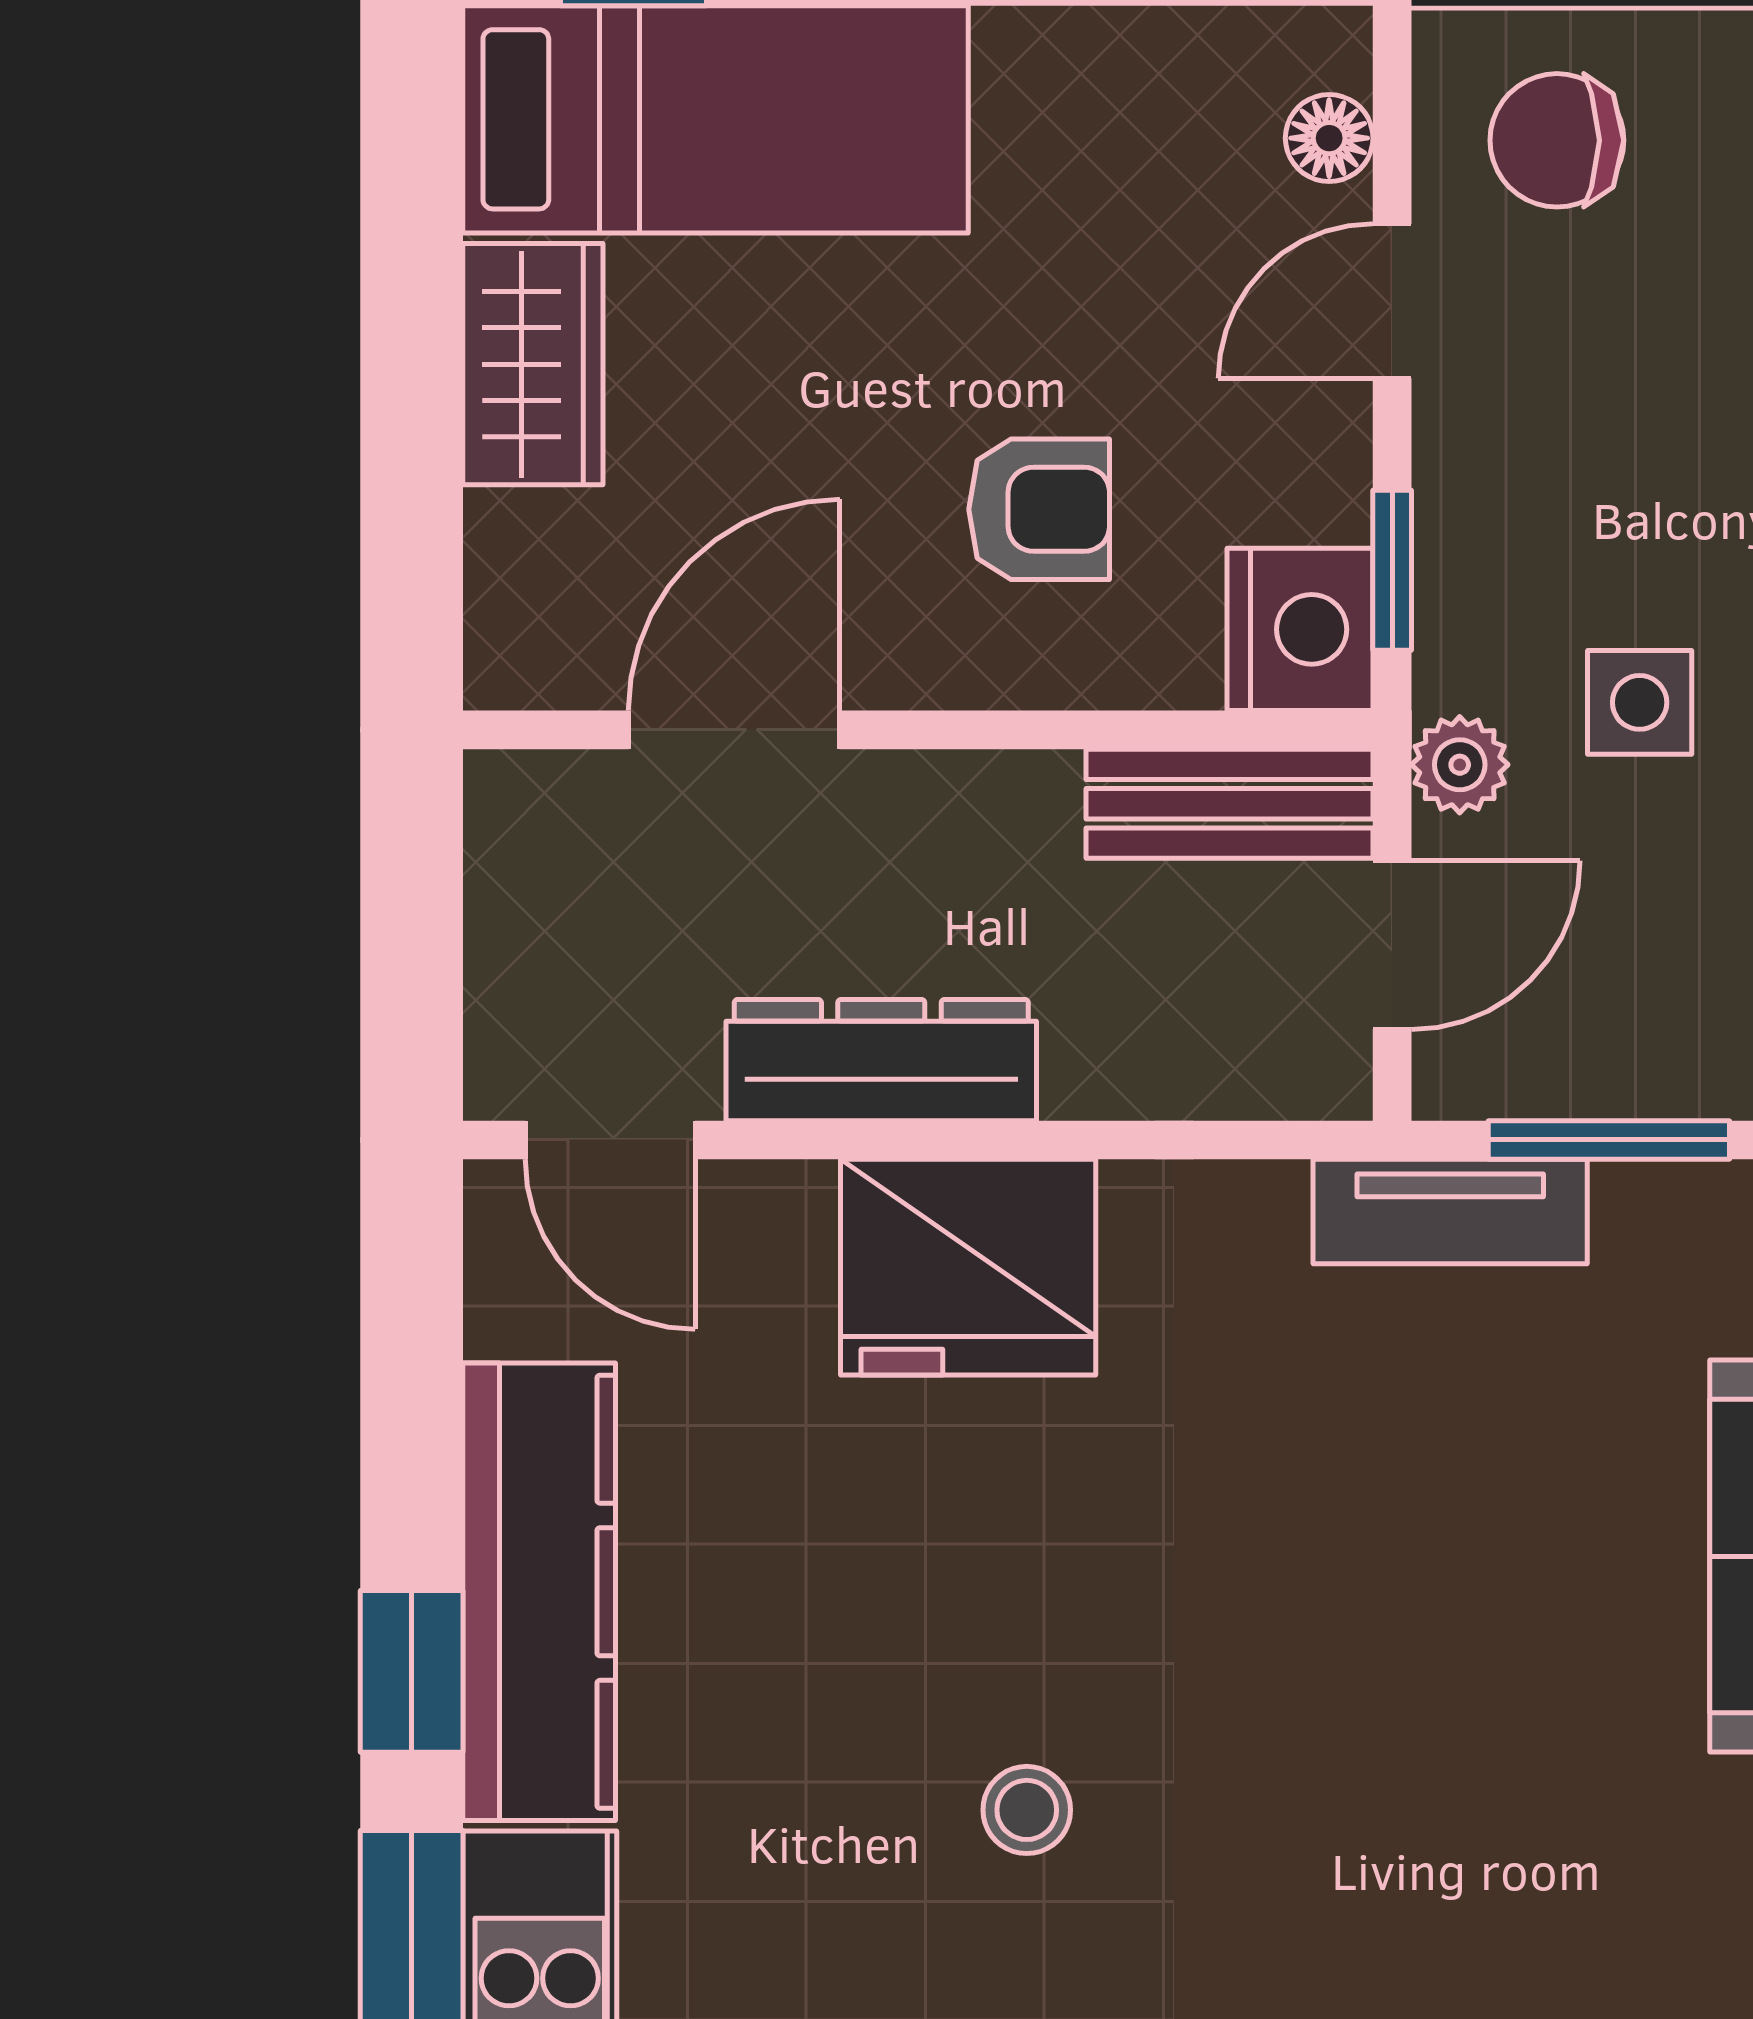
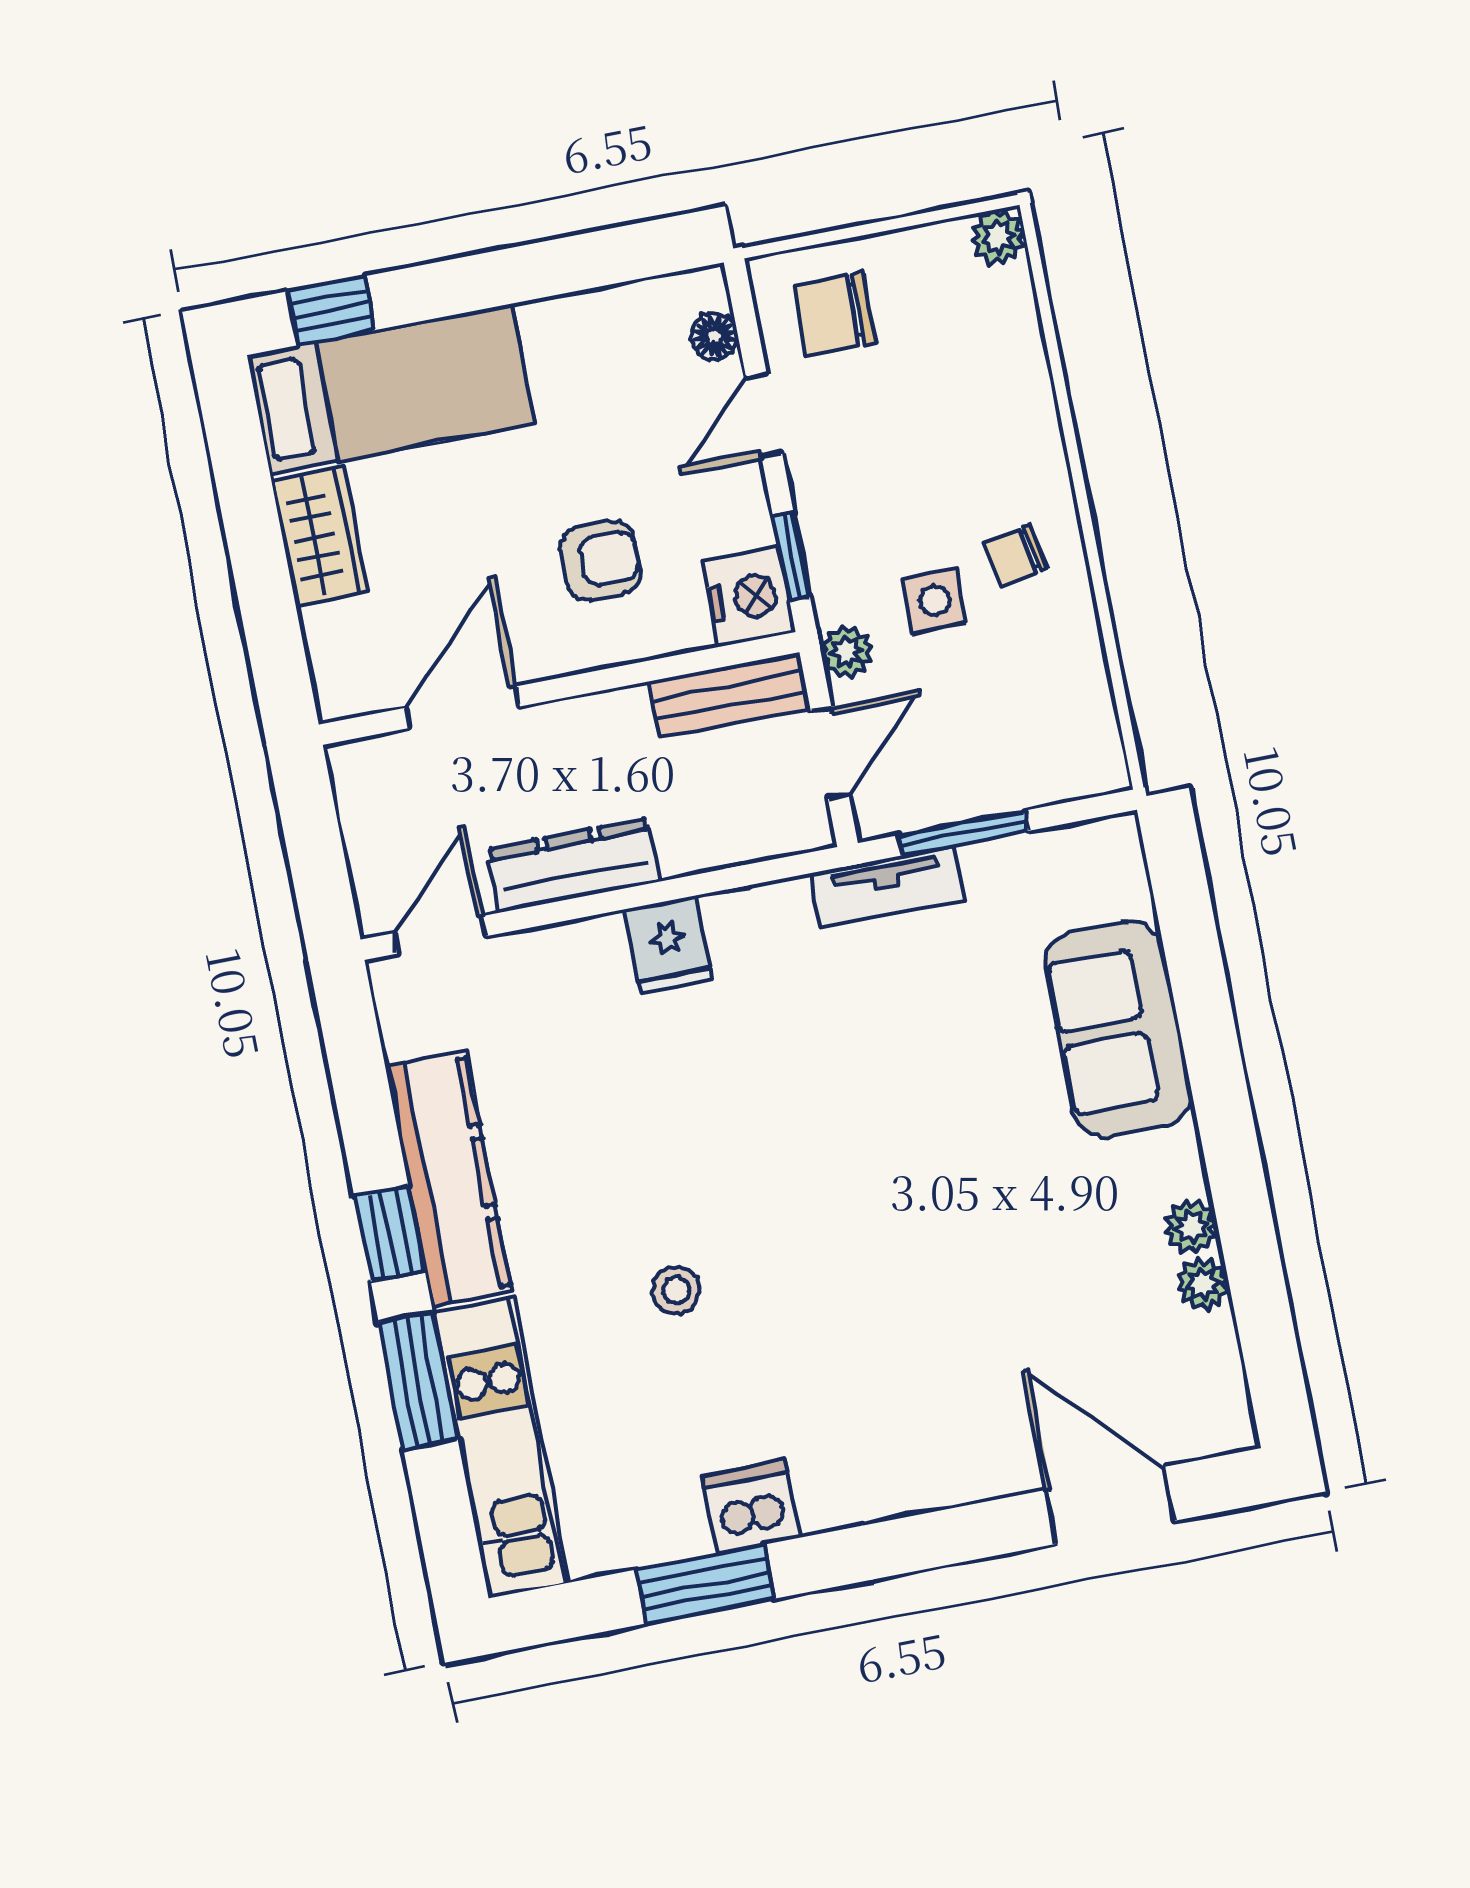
door: (610, 1140) -> (440, 935), swing flipped
fridge: (968, 1267) -> (669, 945), width x0.53, depth x0.75
stool: (1027, 1810) -> (676, 1290), moved

